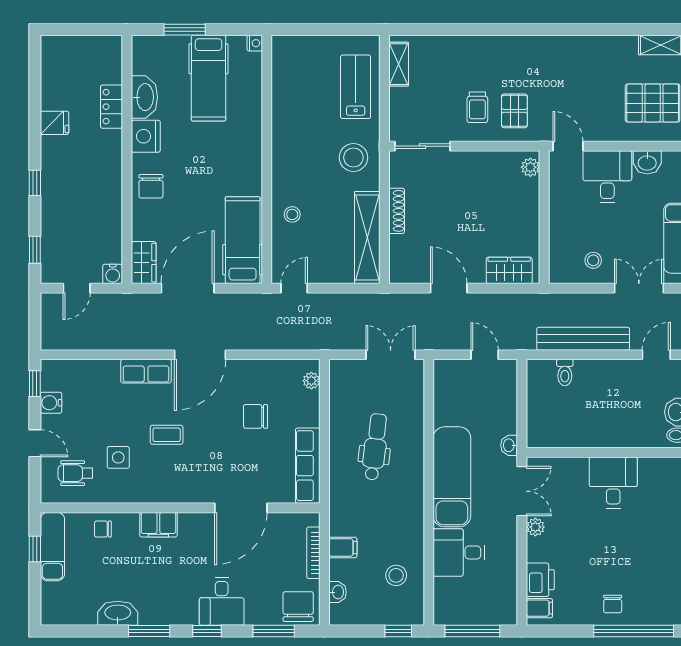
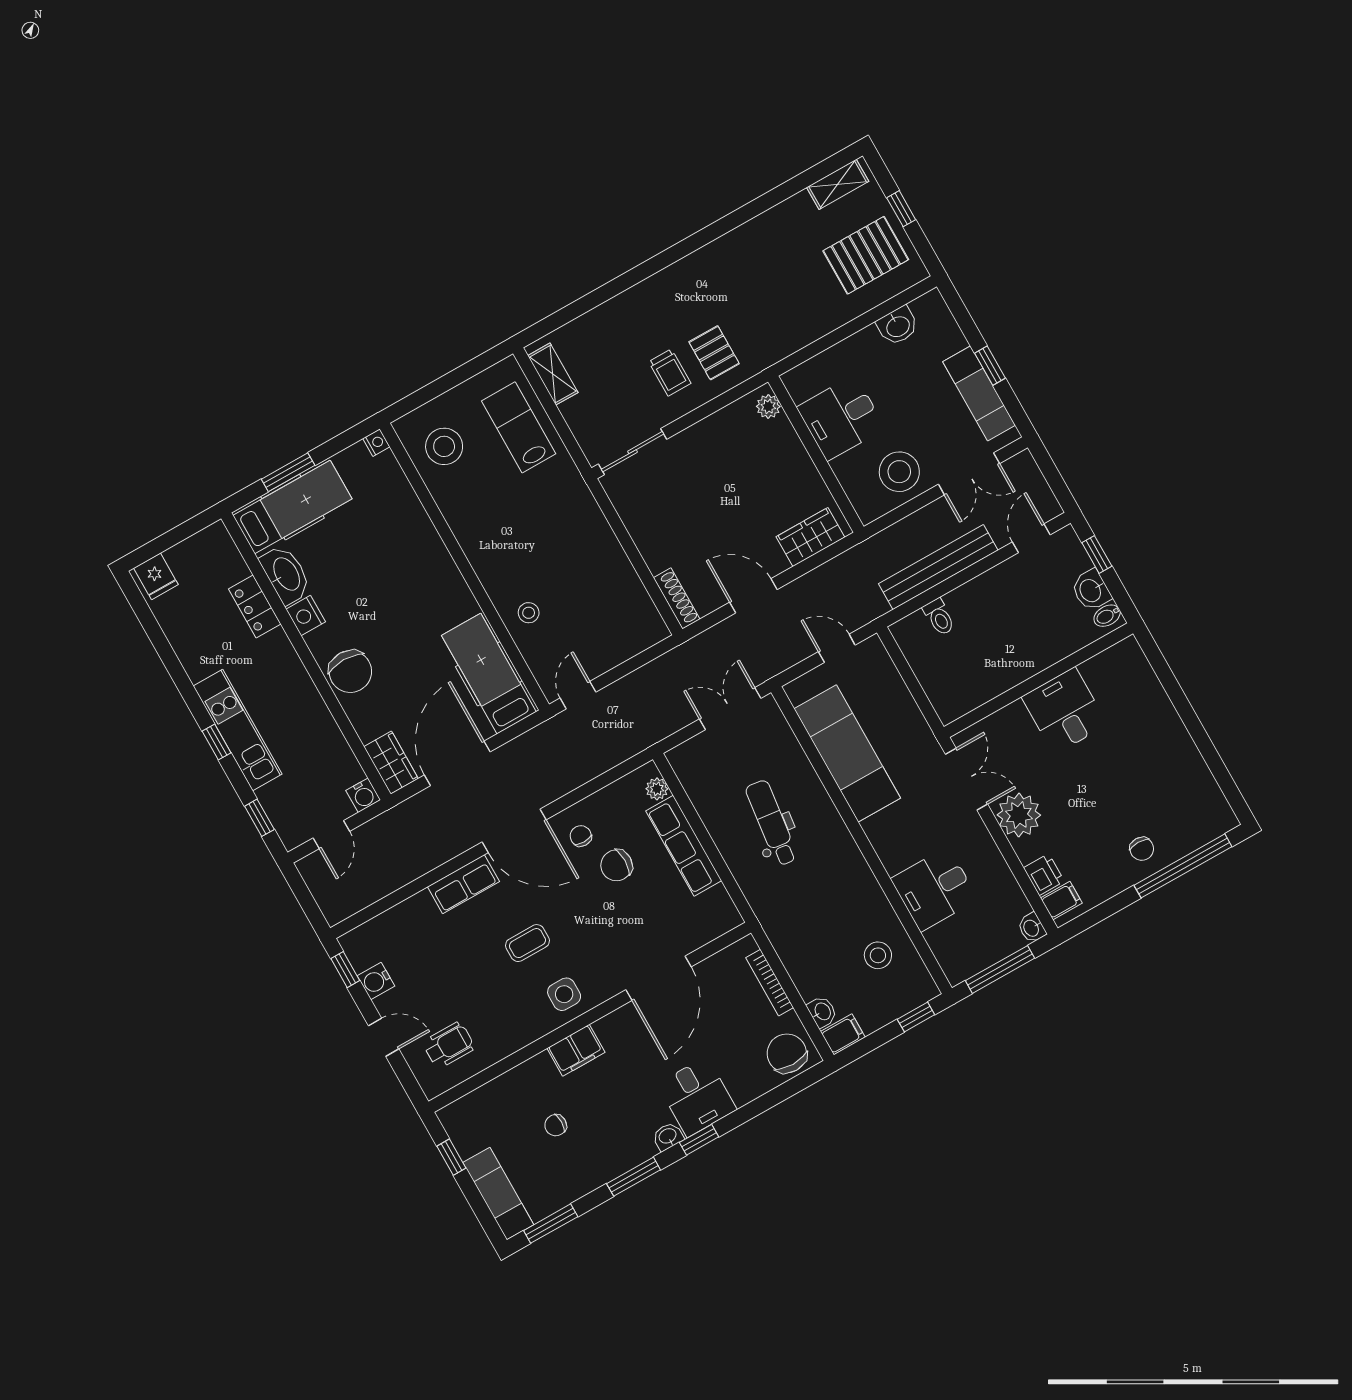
hospital bed: (209, 78) -> (292, 507), moved, turned -90
fridge: (54, 123) -> (156, 576), moved, turned 90
nightstand: (146, 136) -> (306, 615), width x0.74, depth x0.75
door: (568, 146) -> (797, 358), removed
stool: (353, 157) -> (444, 446), moved
desk: (607, 177) -> (841, 418), moved, turned -90
kitchen unit: (53, 183) -> (238, 730), added
chair: (151, 186) -> (350, 671), width x1.37, depth x1.37
shoe rack: (397, 211) -> (677, 599), moved
shelving: (367, 238) -> (629, 591), removed
stool: (593, 260) -> (899, 472), width x1.89, depth x1.89
double door: (639, 288) -> (969, 474), swing flipped
door: (200, 355) -> (514, 831), hinge flipped
chair: (243, 383) -> (581, 836), added
washbasin: (509, 445) -> (1032, 928), moved
side table: (118, 457) -> (564, 994), moved
row of seats: (308, 466) -> (684, 846), moved
wheelchair: (75, 473) -> (449, 1045), turned 180
exam couch: (452, 477) -> (847, 753), moved
plant: (535, 527) -> (1019, 815), width x1.88, depth x1.88
chair: (103, 529) -> (556, 1125), moved
exam couch: (52, 547) -> (498, 1194), moved
filing cabinet: (343, 547) -> (843, 1034), moved
printer: (540, 580) -> (1044, 875), width x0.73, depth x0.81
washbasin: (118, 613) -> (668, 1136), moved, width x0.52, depth x0.69
window: (274, 631) -> (551, 1224), moved

